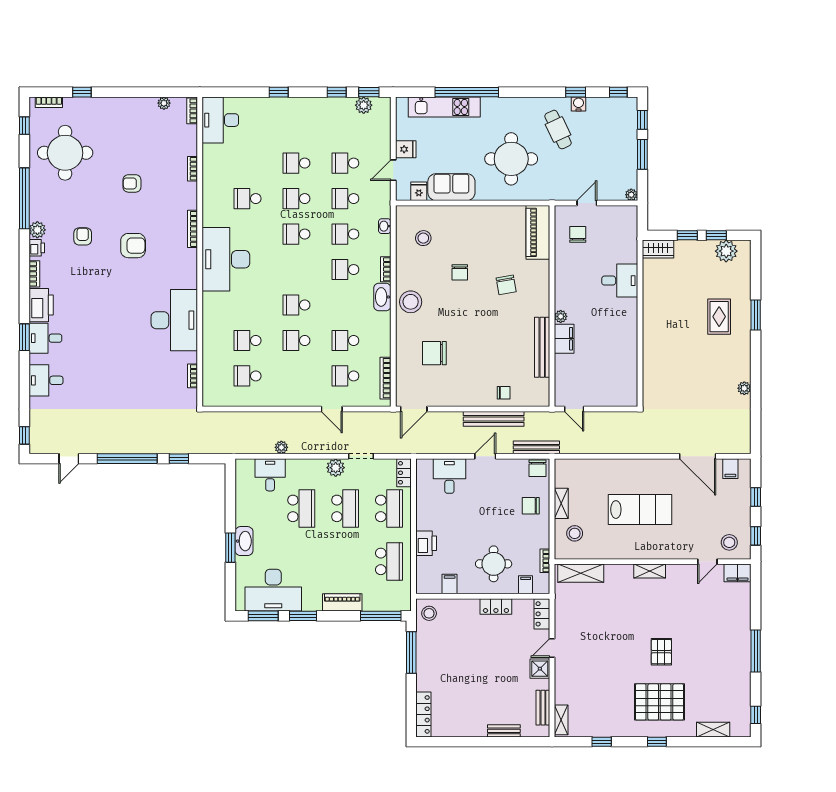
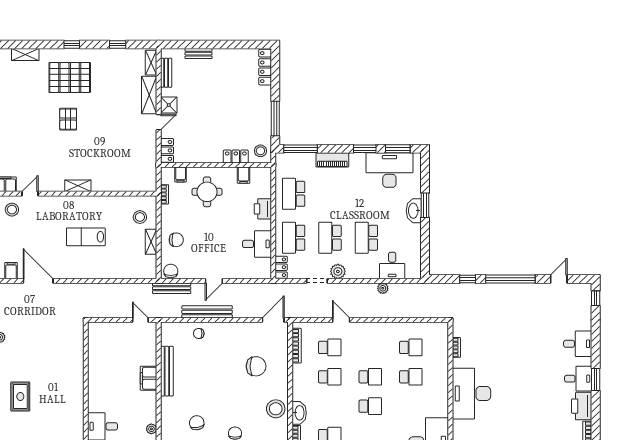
plant: (561, 316) -> (151, 429), moved
desk: (449, 476) -> (257, 244), moved, turned -90
lab bench: (640, 510) -> (86, 237), width x0.73, depth x0.72
shelving: (581, 573) -> (149, 95), moved, turned 90
locker: (496, 607) -> (236, 156), moved

